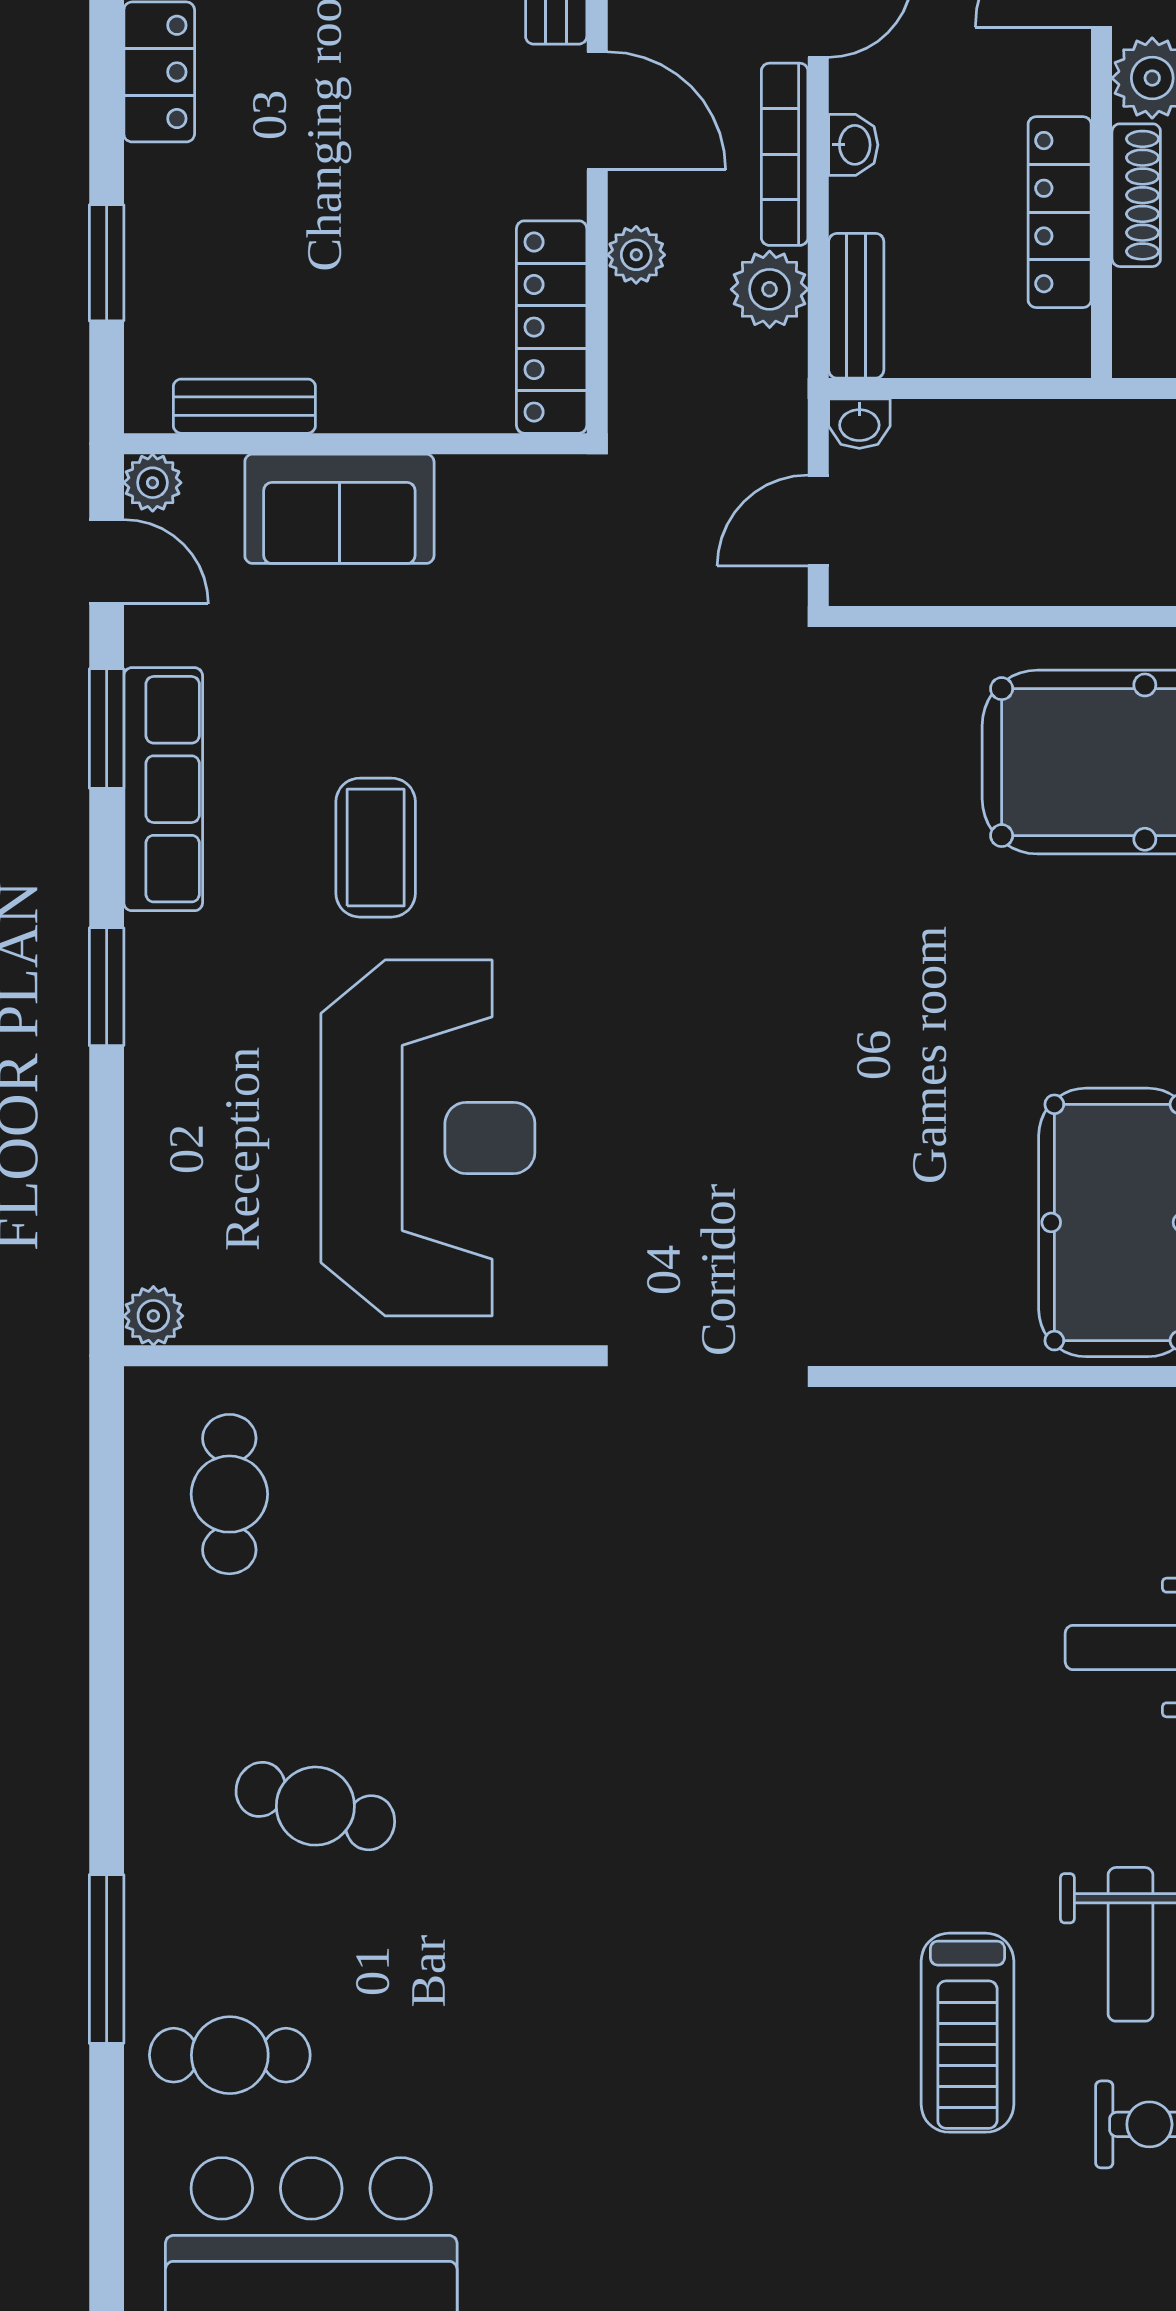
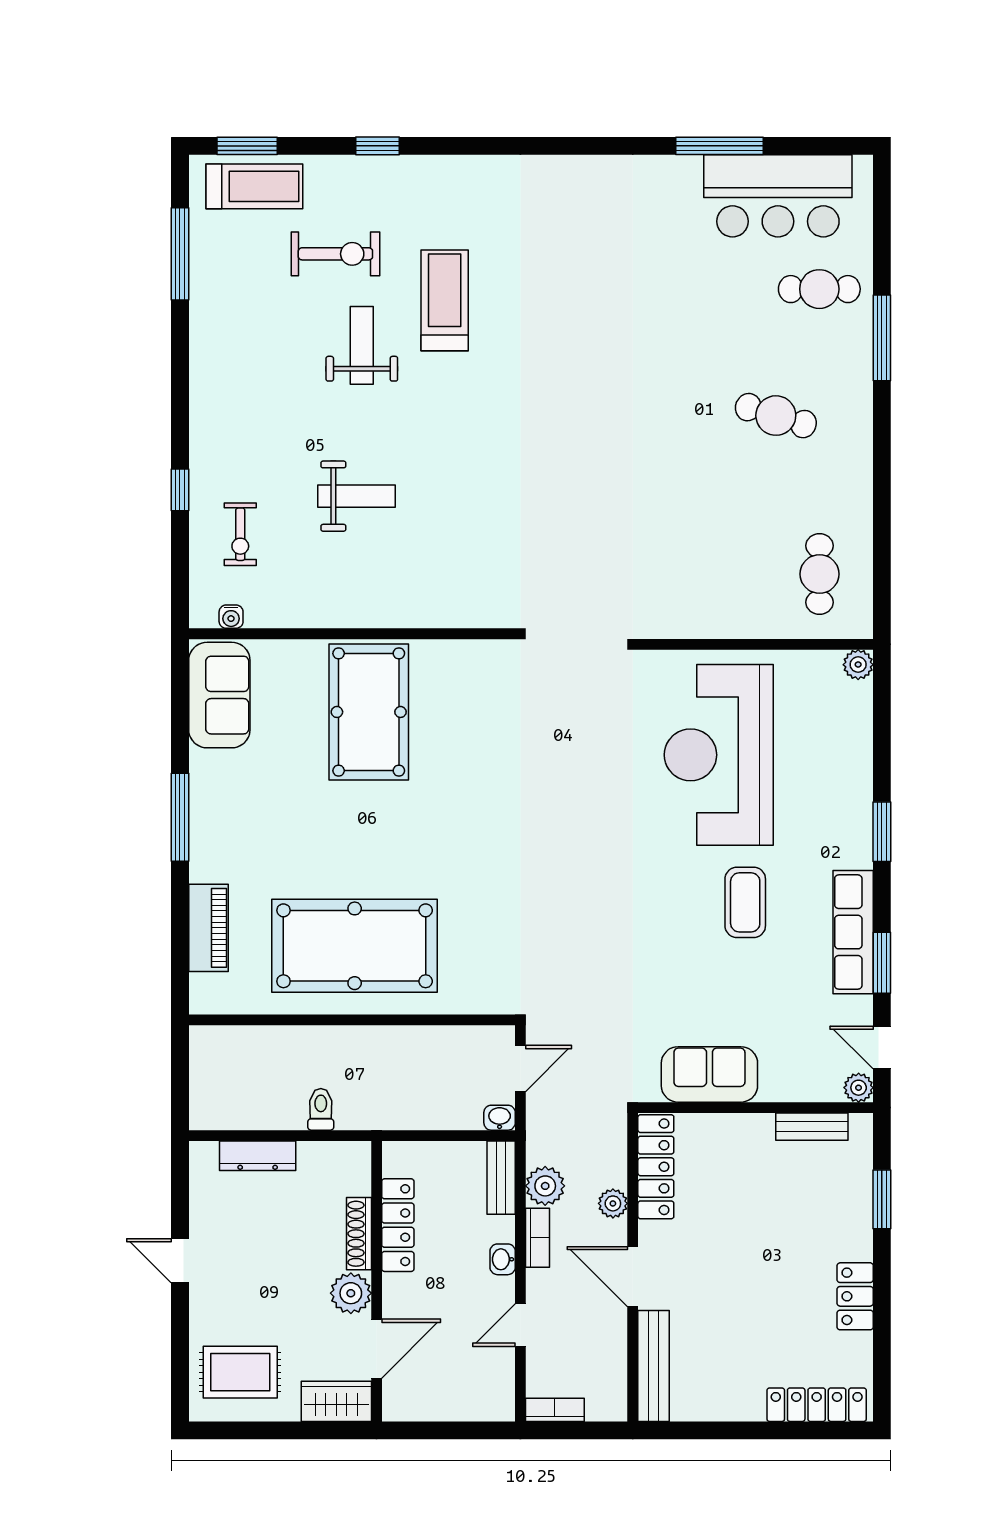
bookcase: (785, 154) -> (538, 1238), width x0.64
sofa: (339, 509) -> (709, 1074), moved

